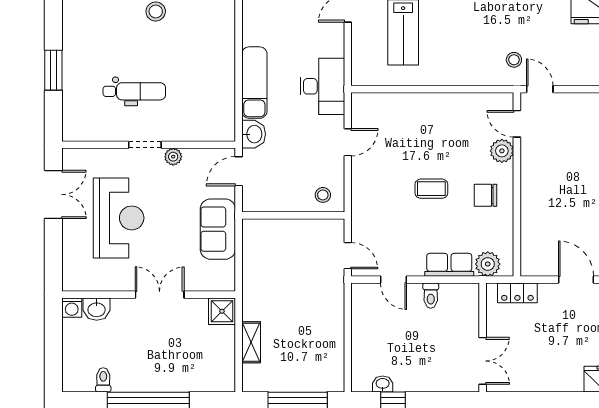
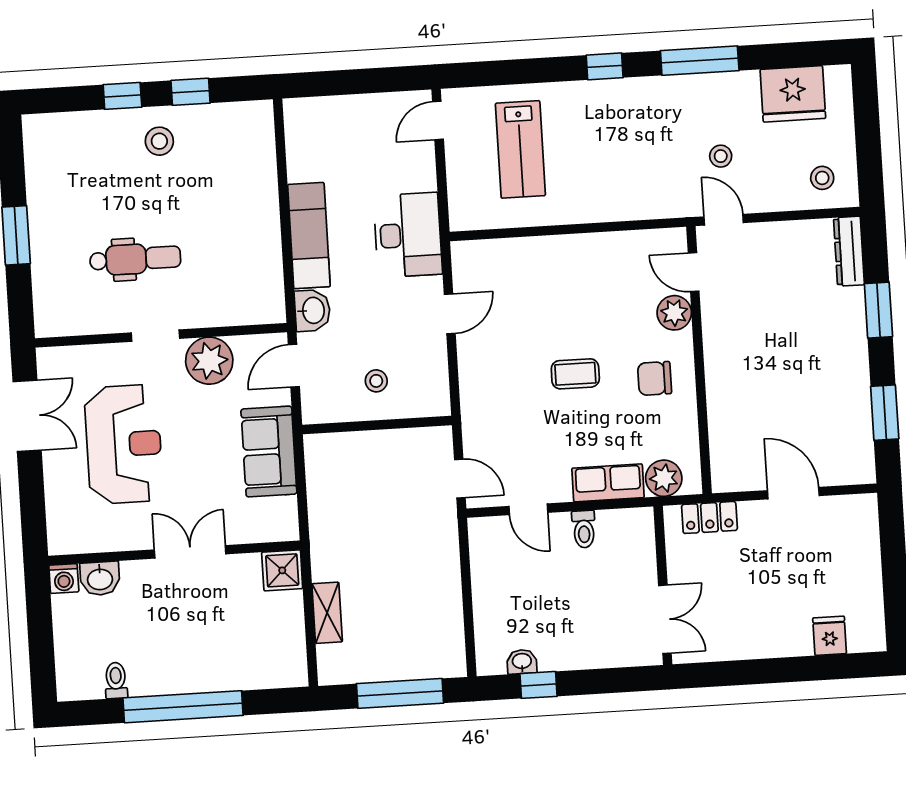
stool: (514, 60) -> (721, 156), moved
plant: (173, 157) -> (209, 361), width x1.88, depth x1.88
stool: (323, 195) -> (376, 381), moved

